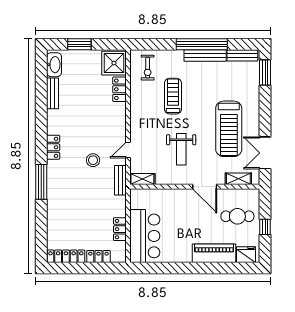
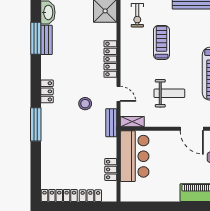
locker: (119, 89) -> (110, 59), moved, width x1.53
window: (41, 92) -> (36, 38), added
weight bench: (181, 149) -> (169, 93), turned -90
door: (128, 150) -> (119, 94), swing flipped
bar counter: (145, 236) -> (135, 156), moved

